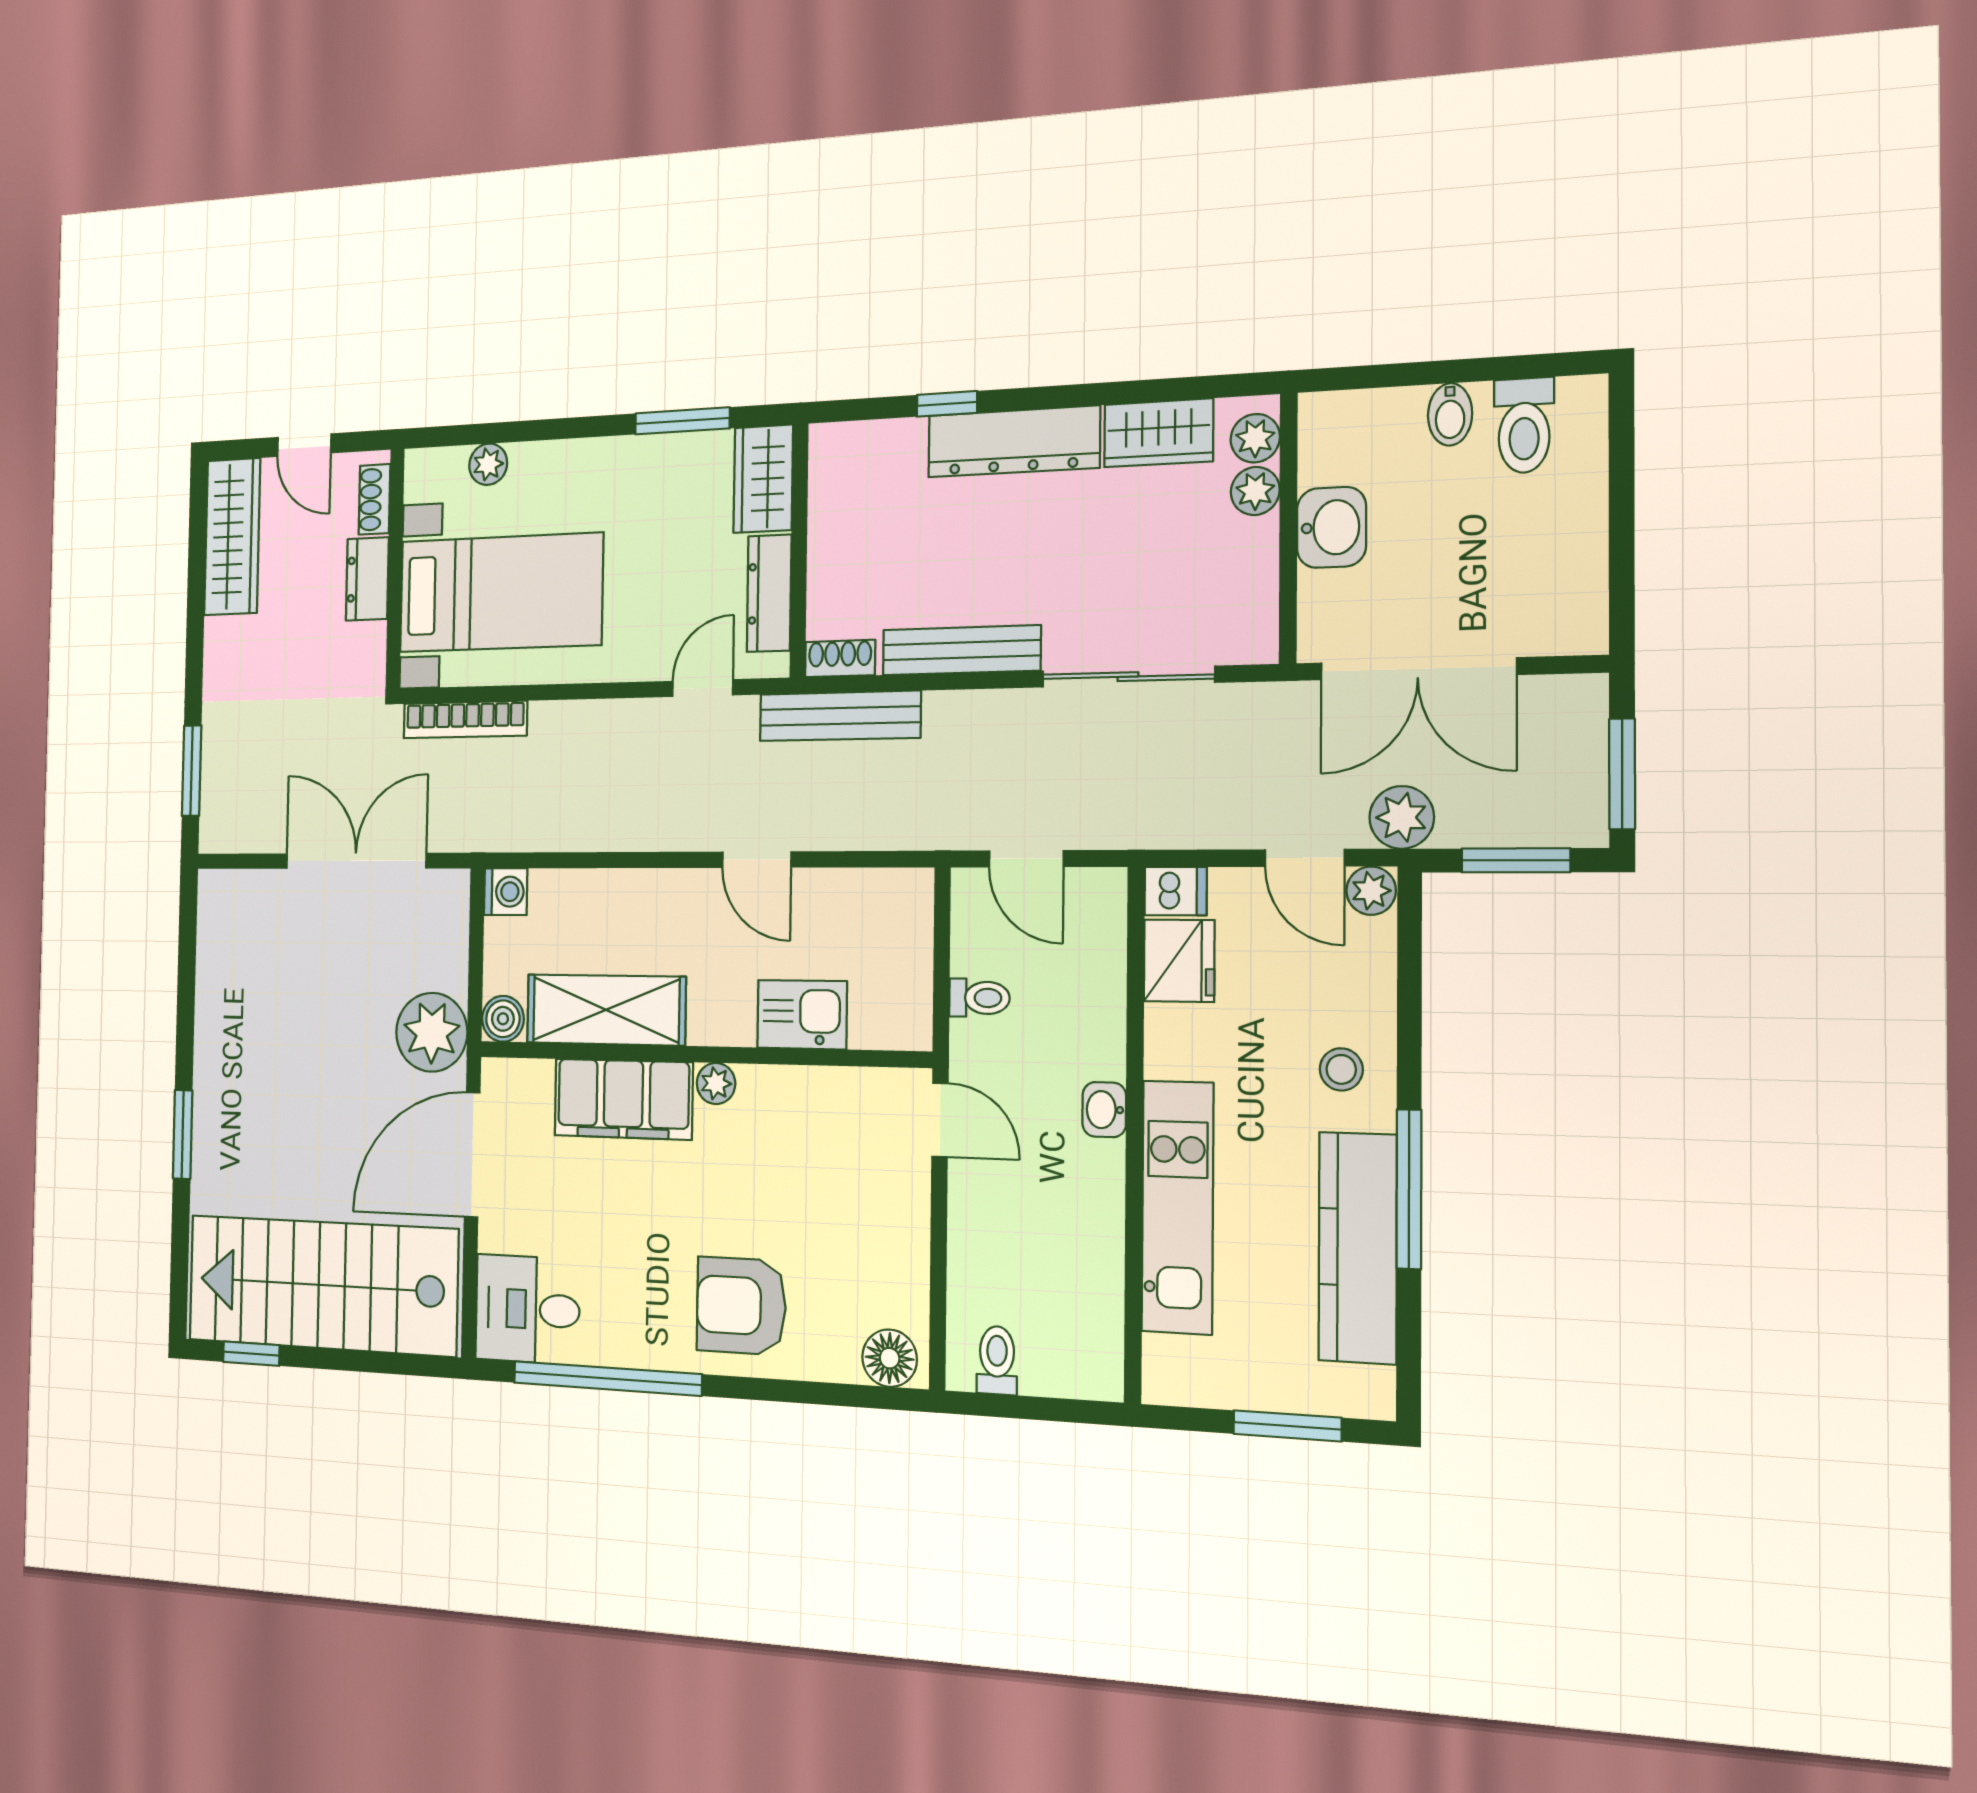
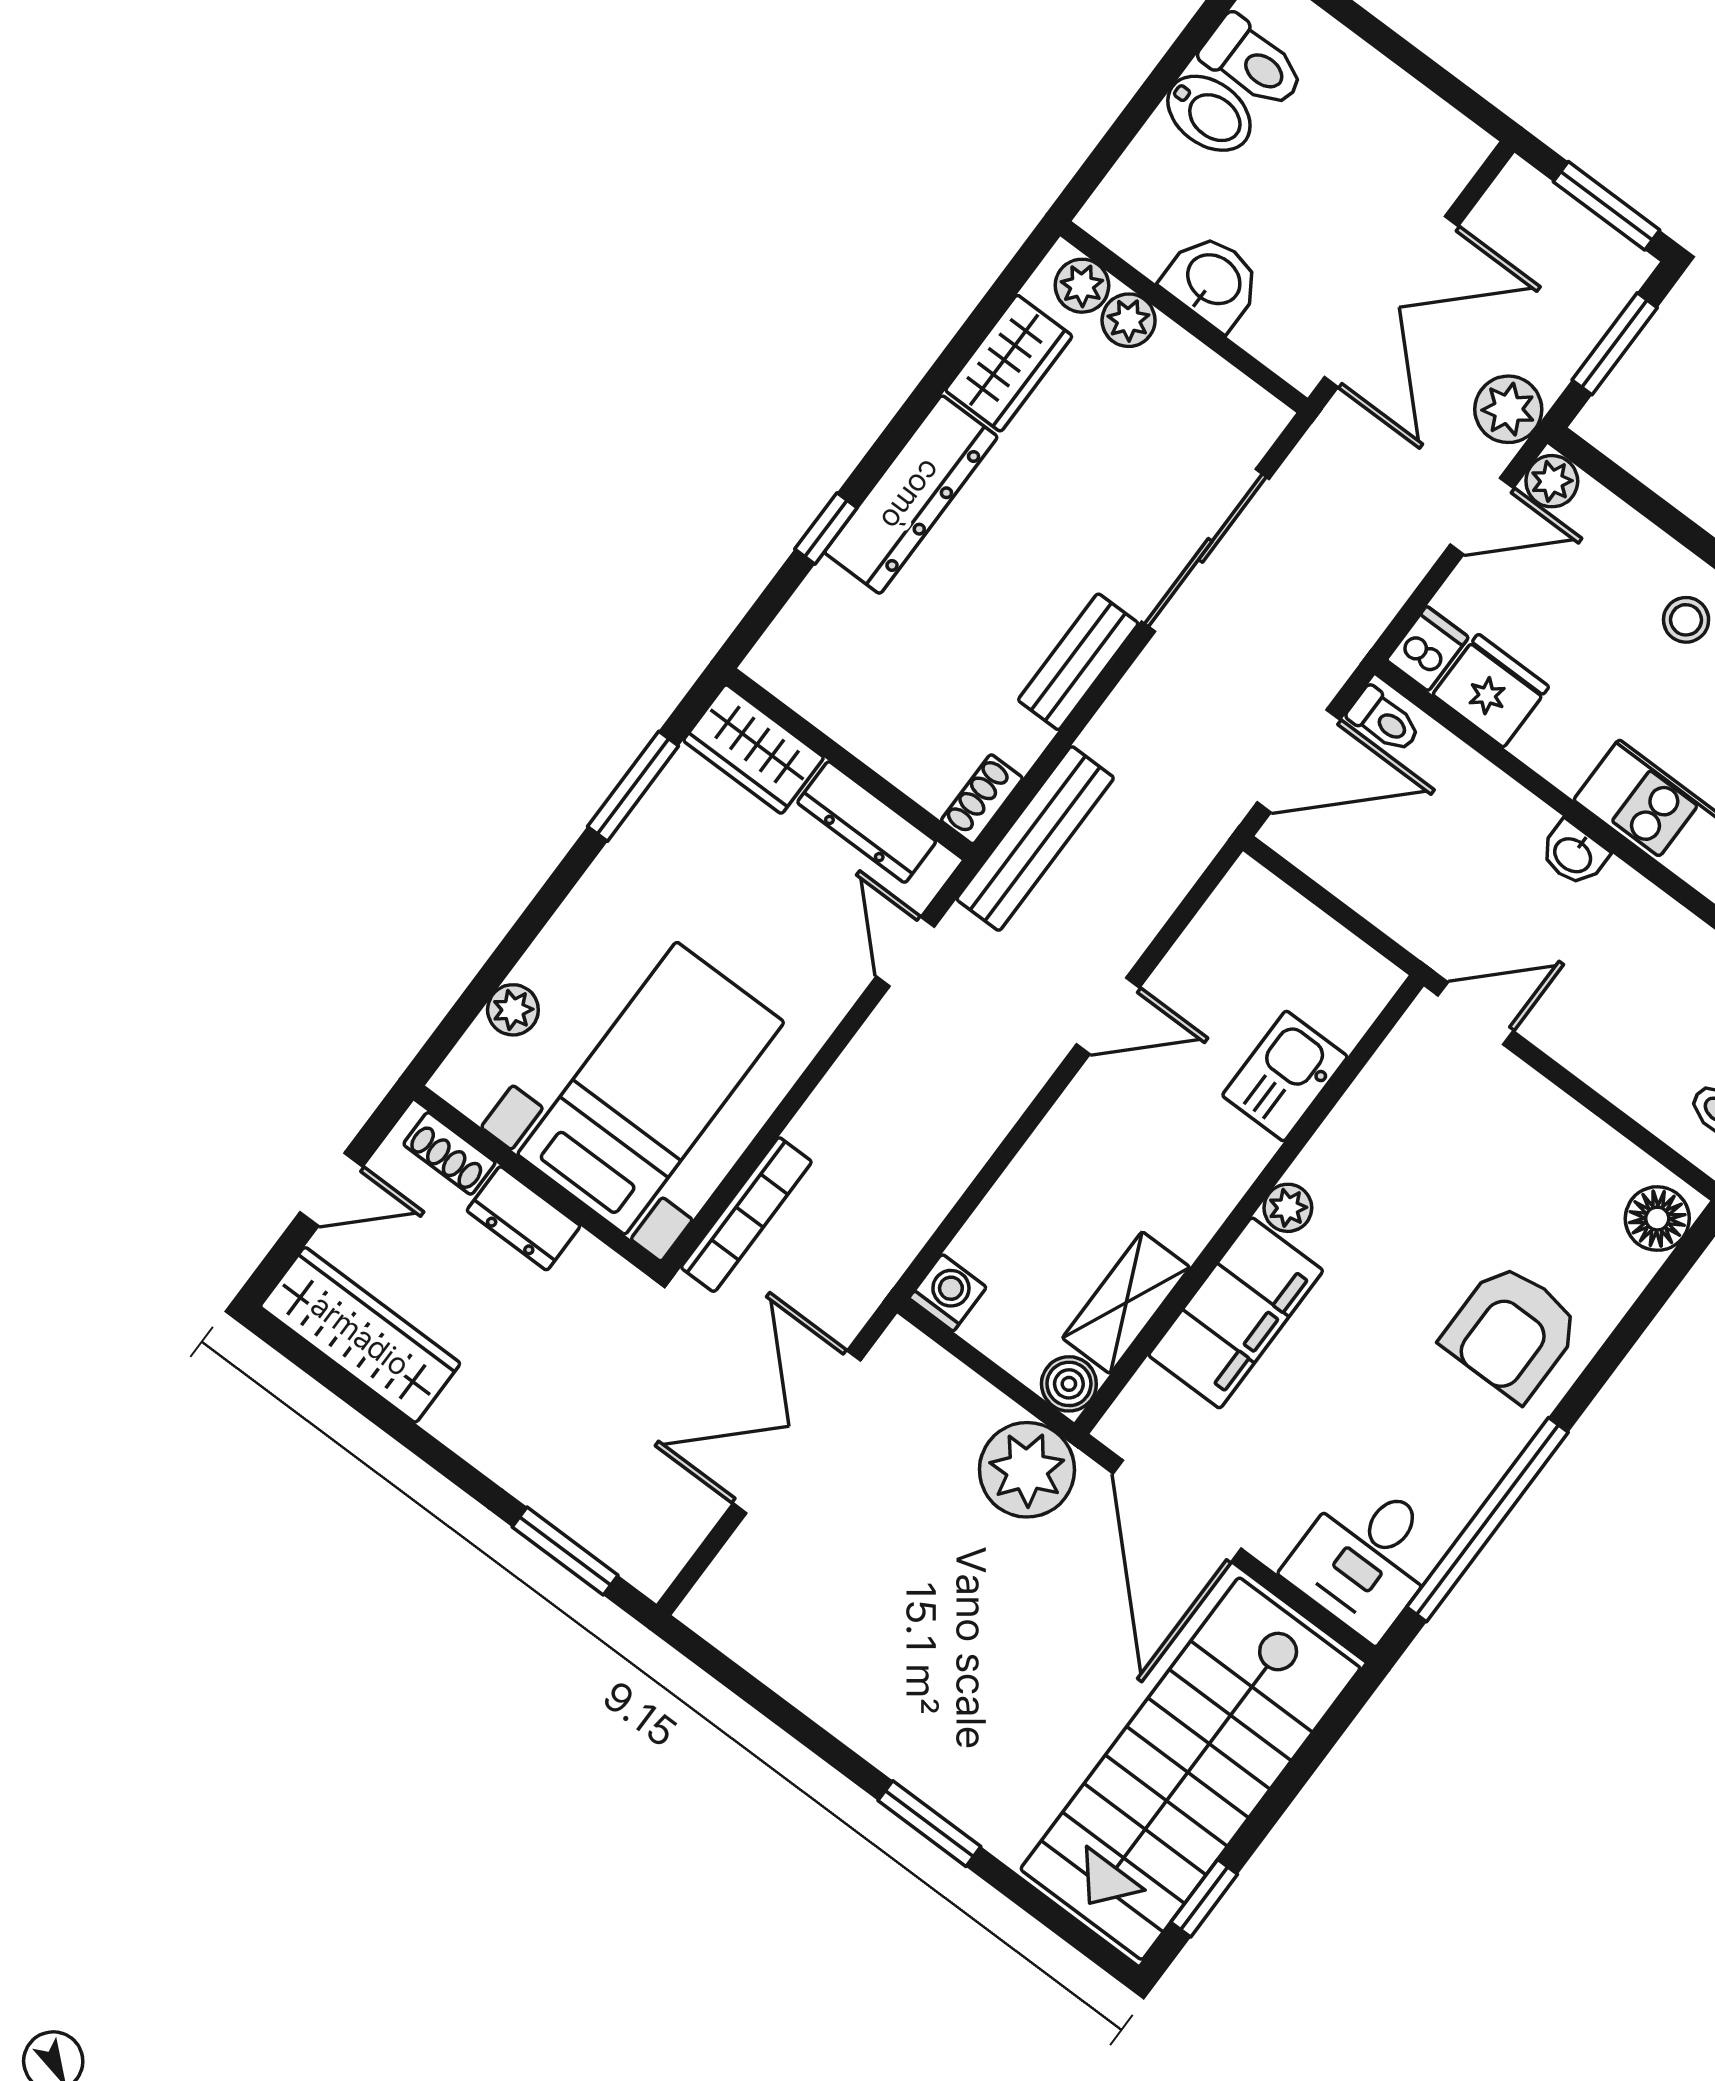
bidet: (1450, 414) -> (1209, 113), width x1.38, depth x1.36
bench: (961, 650) -> (1078, 662), width x0.73
door: (1026, 859) -> (1299, 761), width x1.38
toilet: (979, 998) -> (1384, 720), moved, turned 90
shelving: (606, 1010) -> (1126, 1303), width x0.67, depth x0.75

